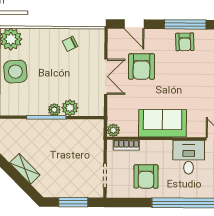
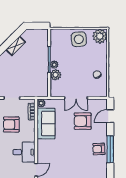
sofa: (163, 123) -> (46, 124), moved

